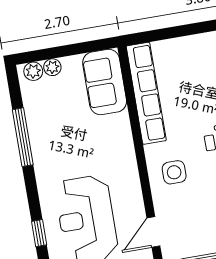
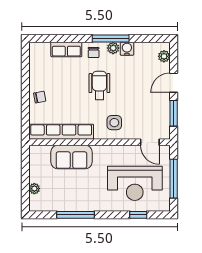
chair: (194, 51) -> (40, 97), added
plant: (33, 71) -> (35, 201), removed
sofa: (105, 82) -> (71, 157), moved

